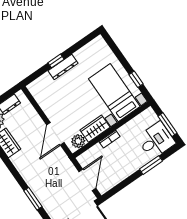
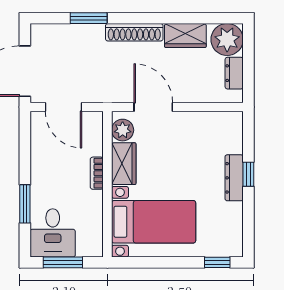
window: (136, 79) -> (217, 262), moved
shoe rack: (24, 170) -> (134, 32), added

